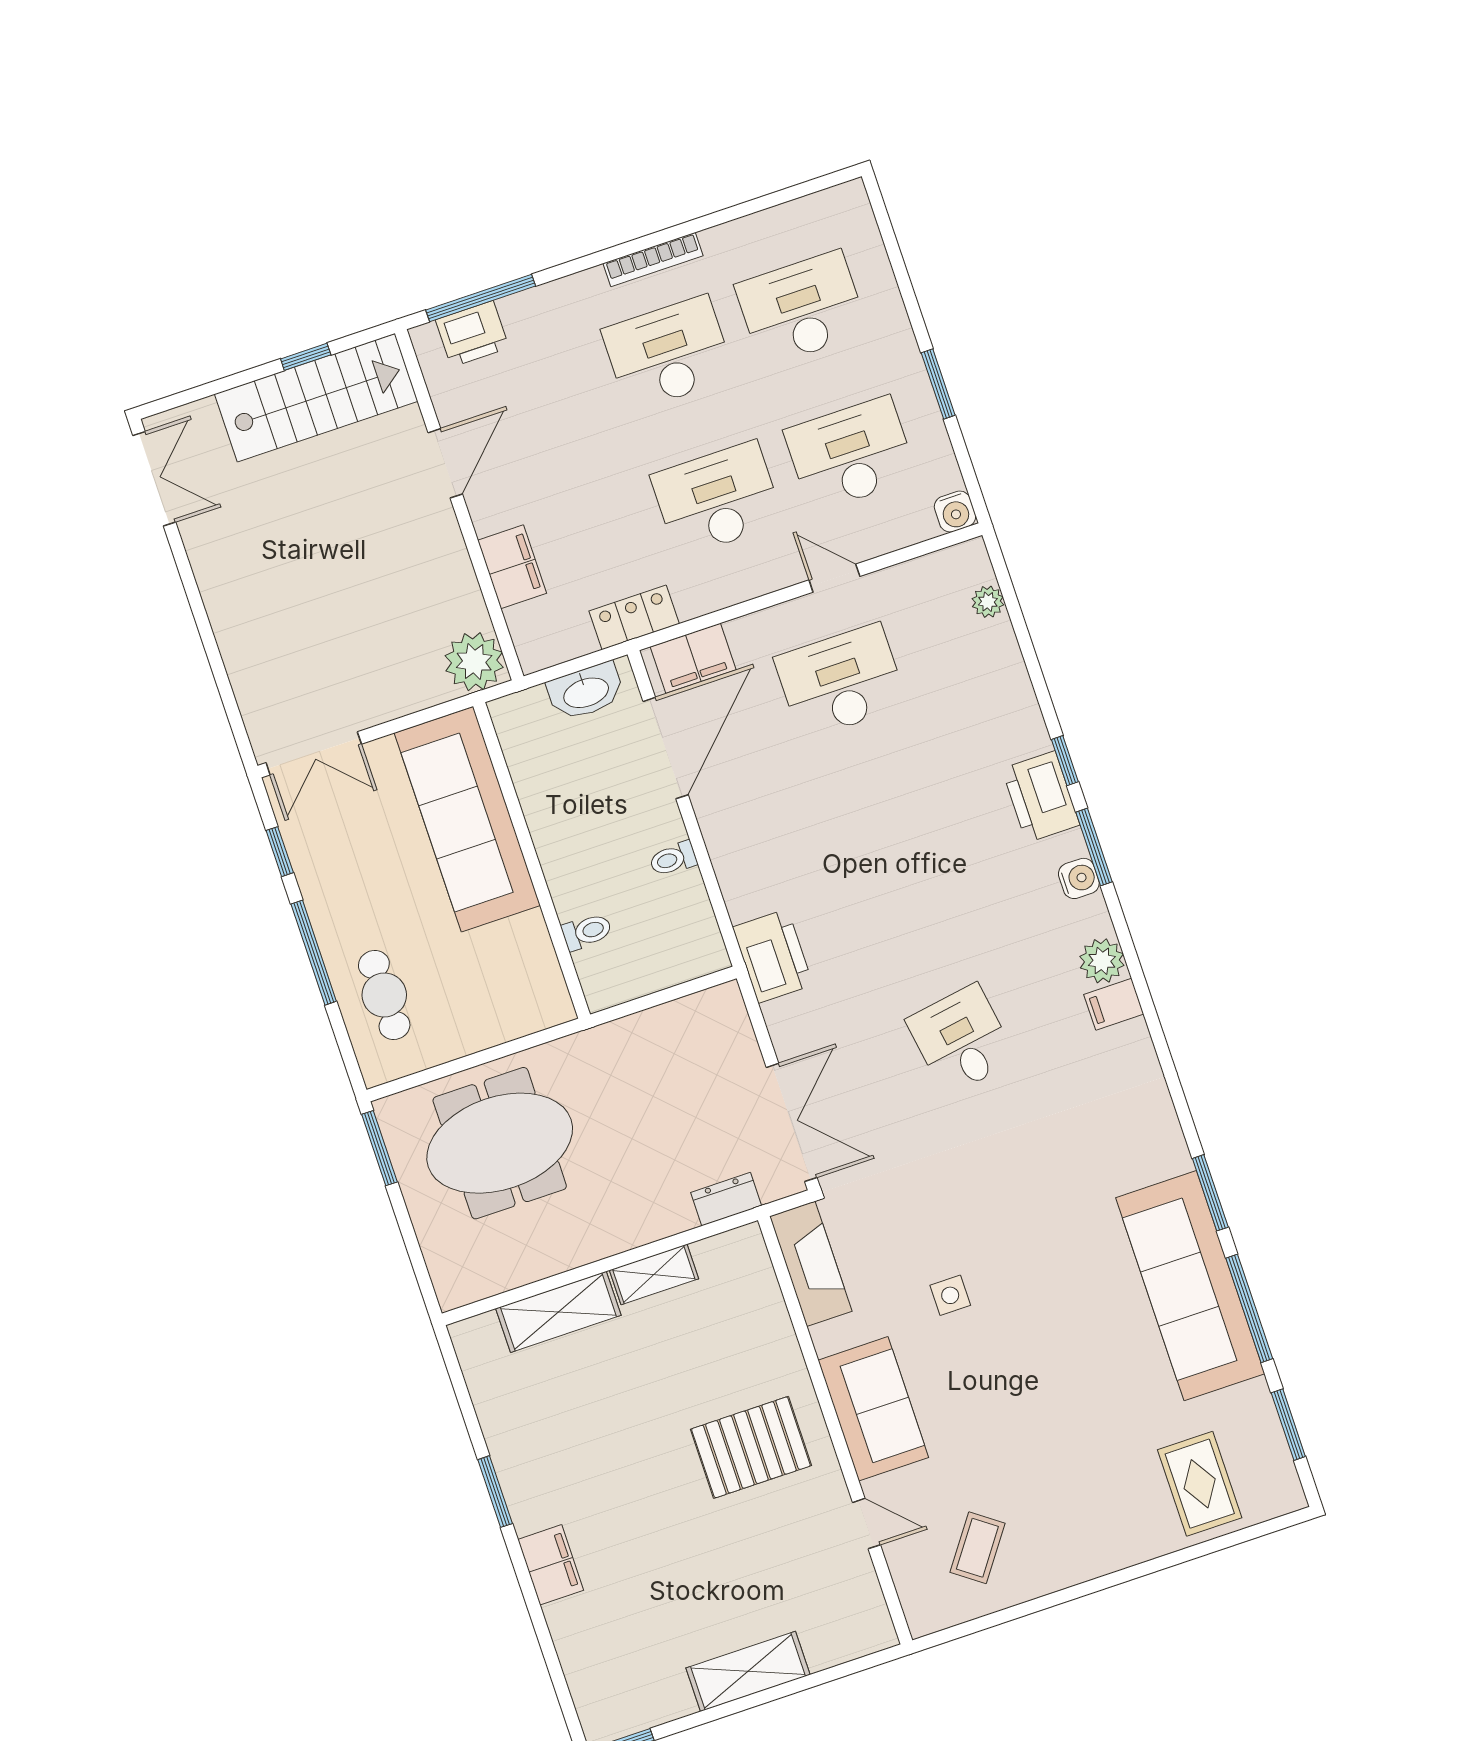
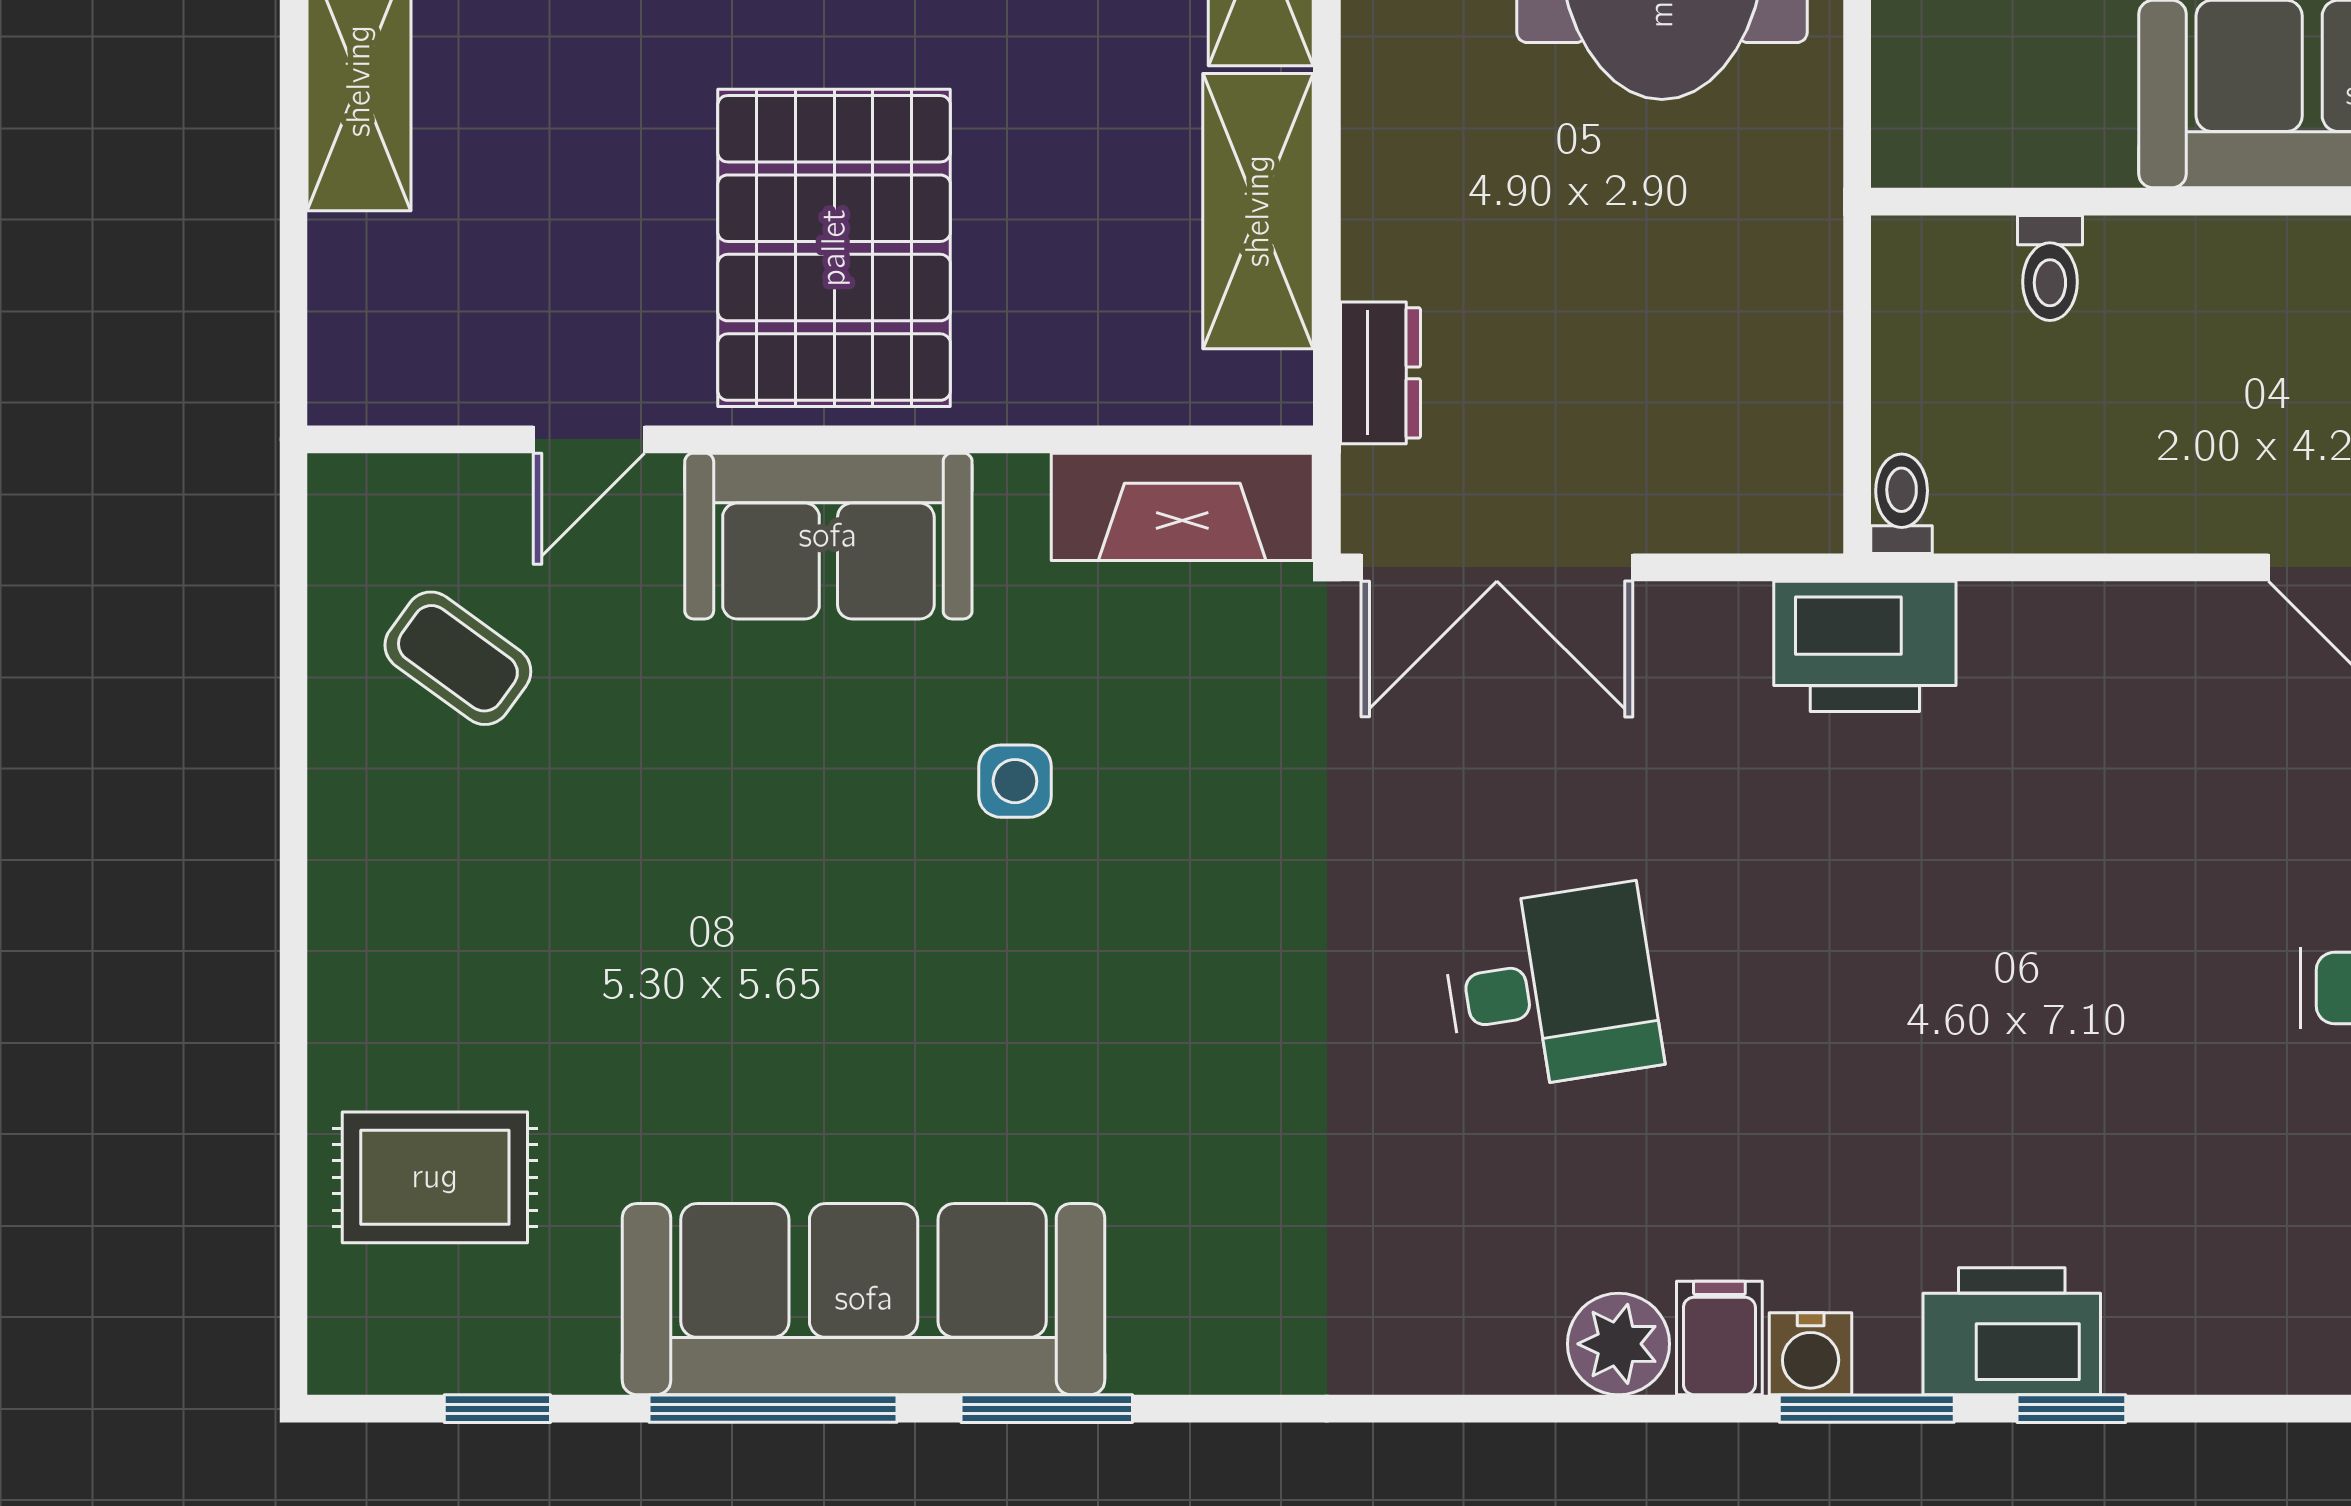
toilet: (673, 859) -> (1902, 504), moved
filing cabinet: (1114, 1004) -> (1719, 1338), moved
shelving: (654, 1274) -> (1258, 211), width x1.50, depth x1.33
window: (1288, 1425) -> (497, 1409), width x0.67
pallet: (751, 1447) -> (834, 248), width x1.37, depth x1.41

